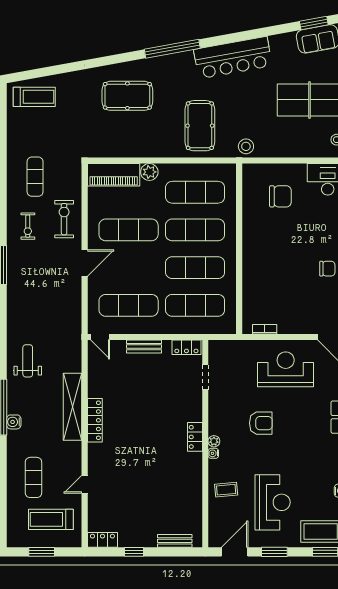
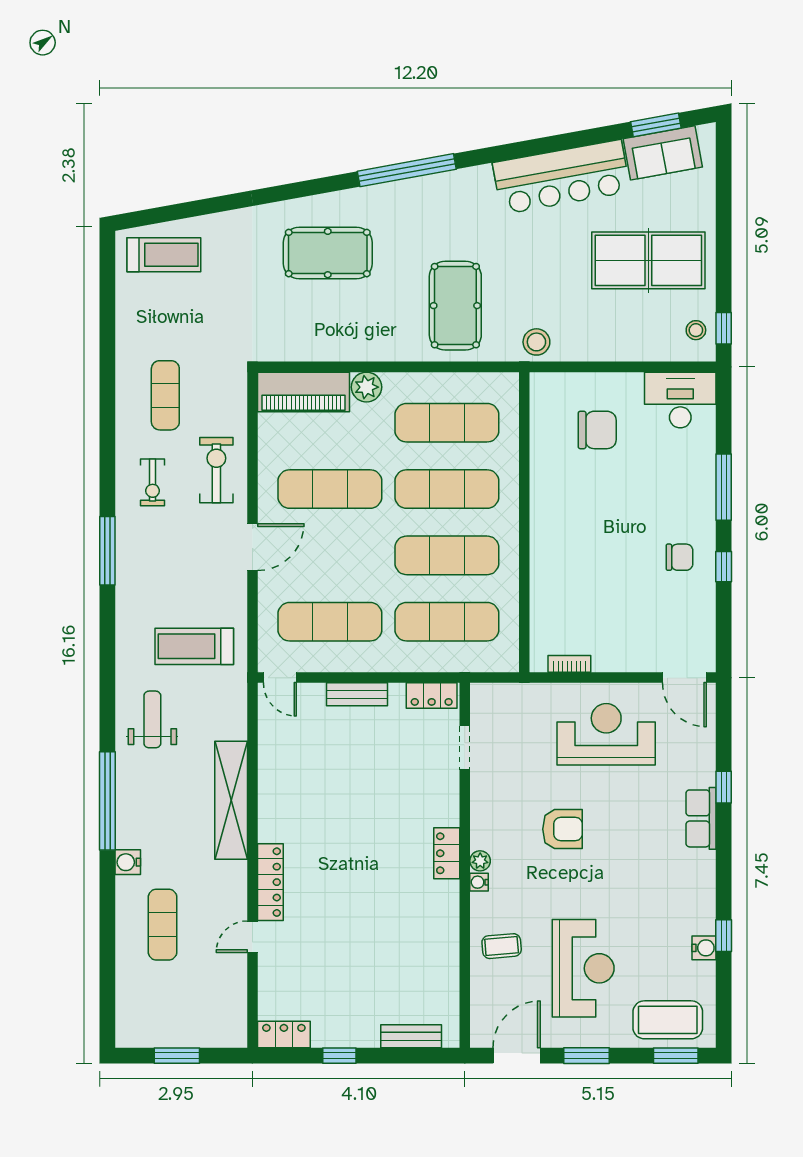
bar counter: (233, 58) -> (561, 177), moved
locker: (95, 420) -> (270, 882), moved
water cooler: (14, 422) -> (128, 862), moved
treadmill: (51, 519) -> (194, 646), moved

